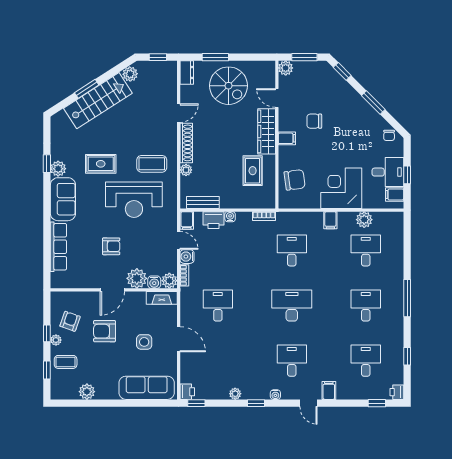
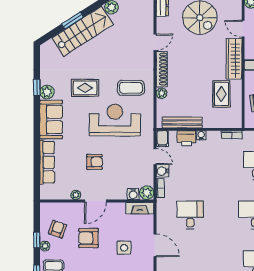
reception desk: (134, 200) -> (115, 120), turned 180
bench: (203, 202) -> (182, 123), width x1.36
plant: (137, 278) -> (76, 195), moved, width x0.53, depth x0.53

